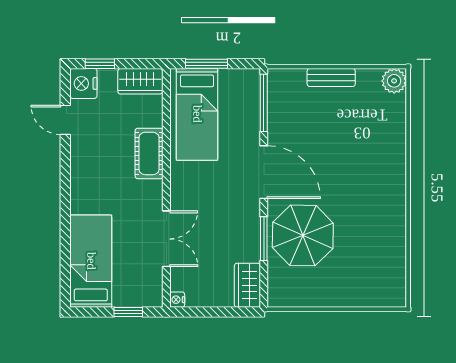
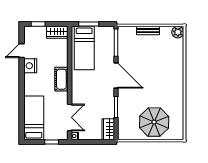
nightstand: (83, 83) -> (30, 66), moved
door: (65, 120) -> (22, 51), hinge flipped
cot: (149, 153) -> (61, 79), moved
parasol: (303, 235) -> (154, 122), moved
double door: (166, 239) -> (70, 117), moved

